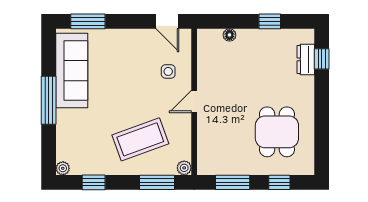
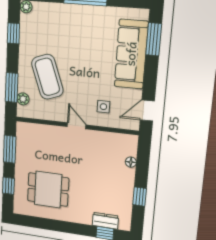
sofa: (72, 71) -> (131, 54), moved, turned 90
plant: (184, 168) -> (23, 99), moved

